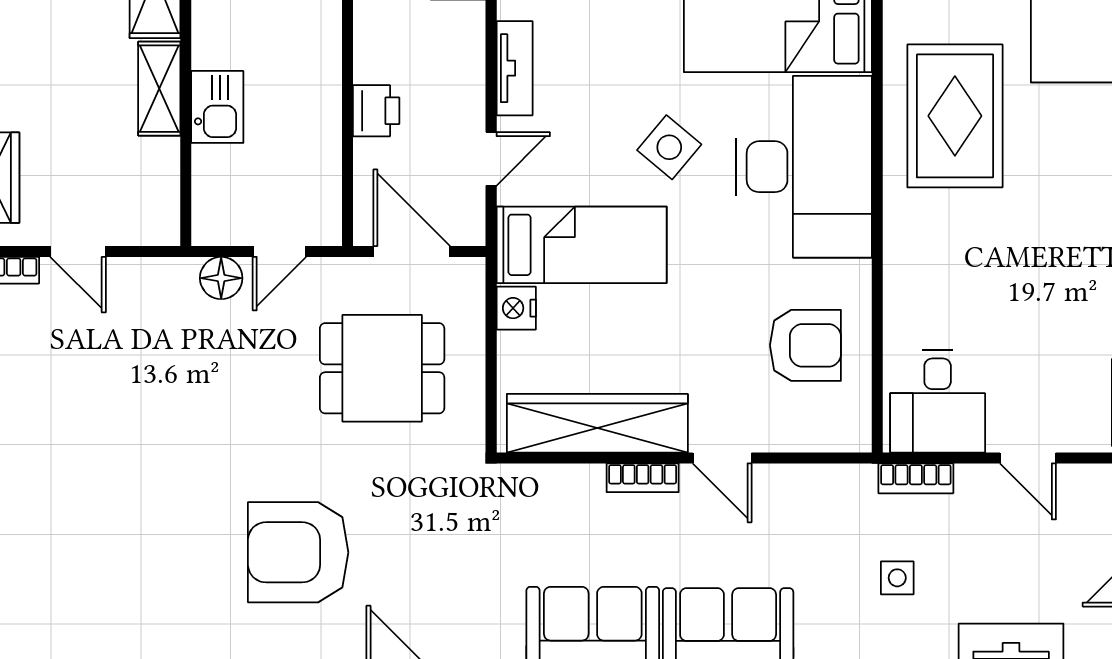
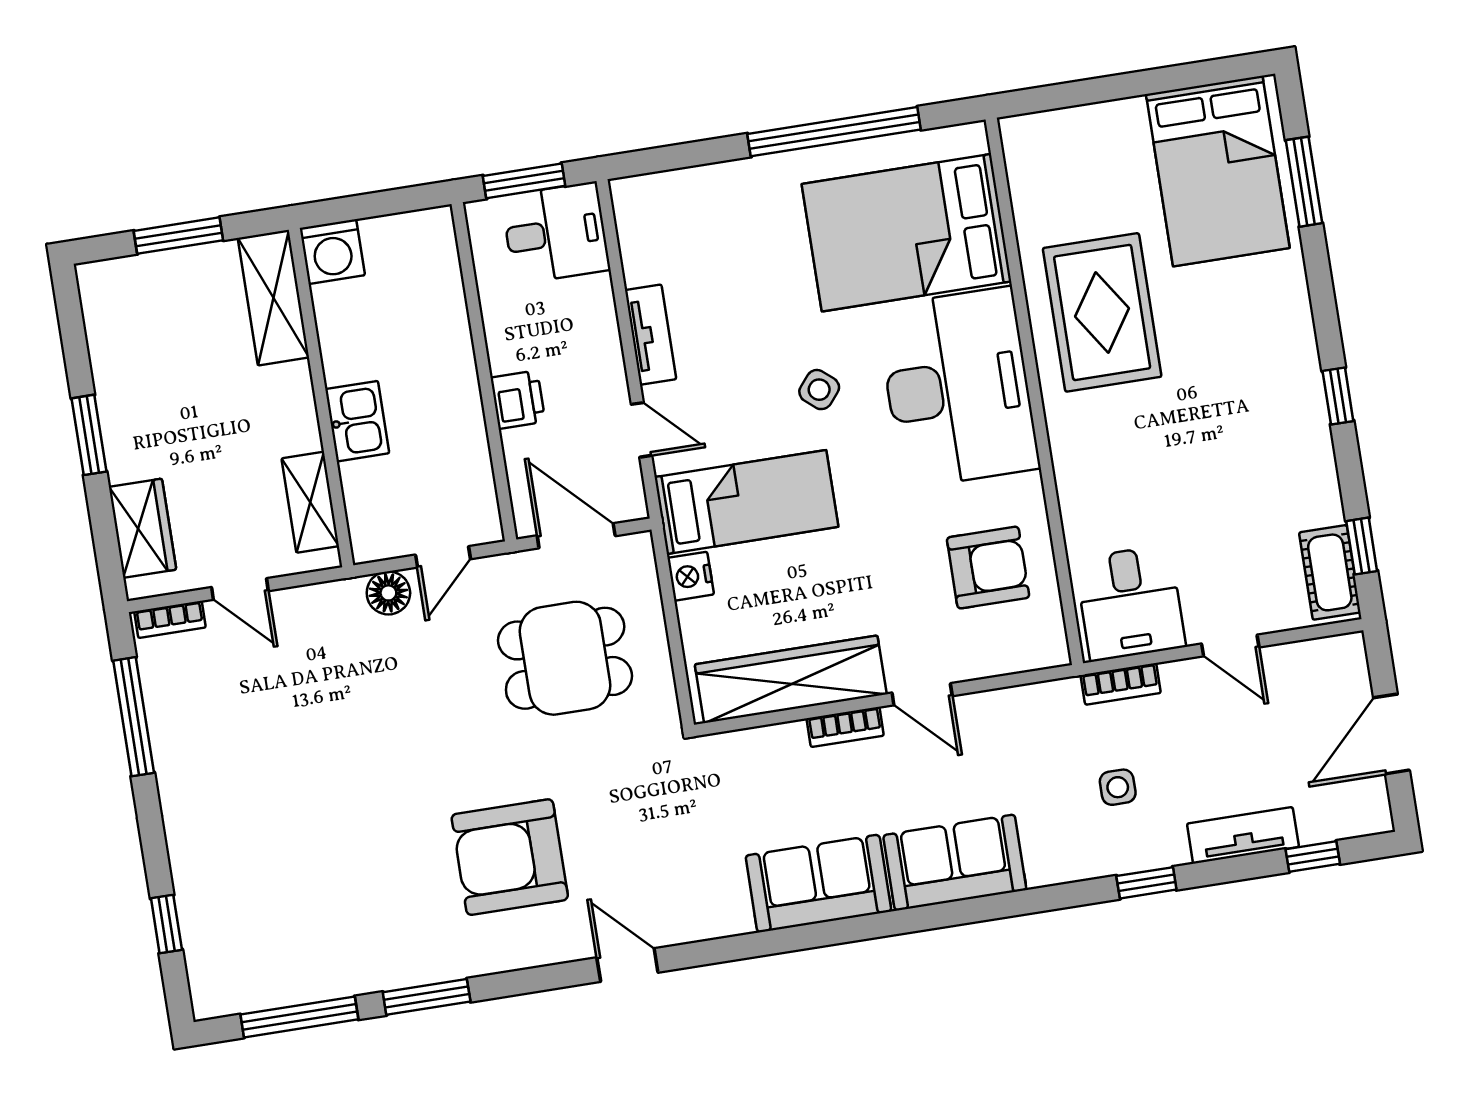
shelving: (159, 89) -> (310, 502), moved
side table: (669, 147) -> (819, 390), width x0.73, depth x0.73
door: (491, 159) -> (642, 430), hinge flipped

